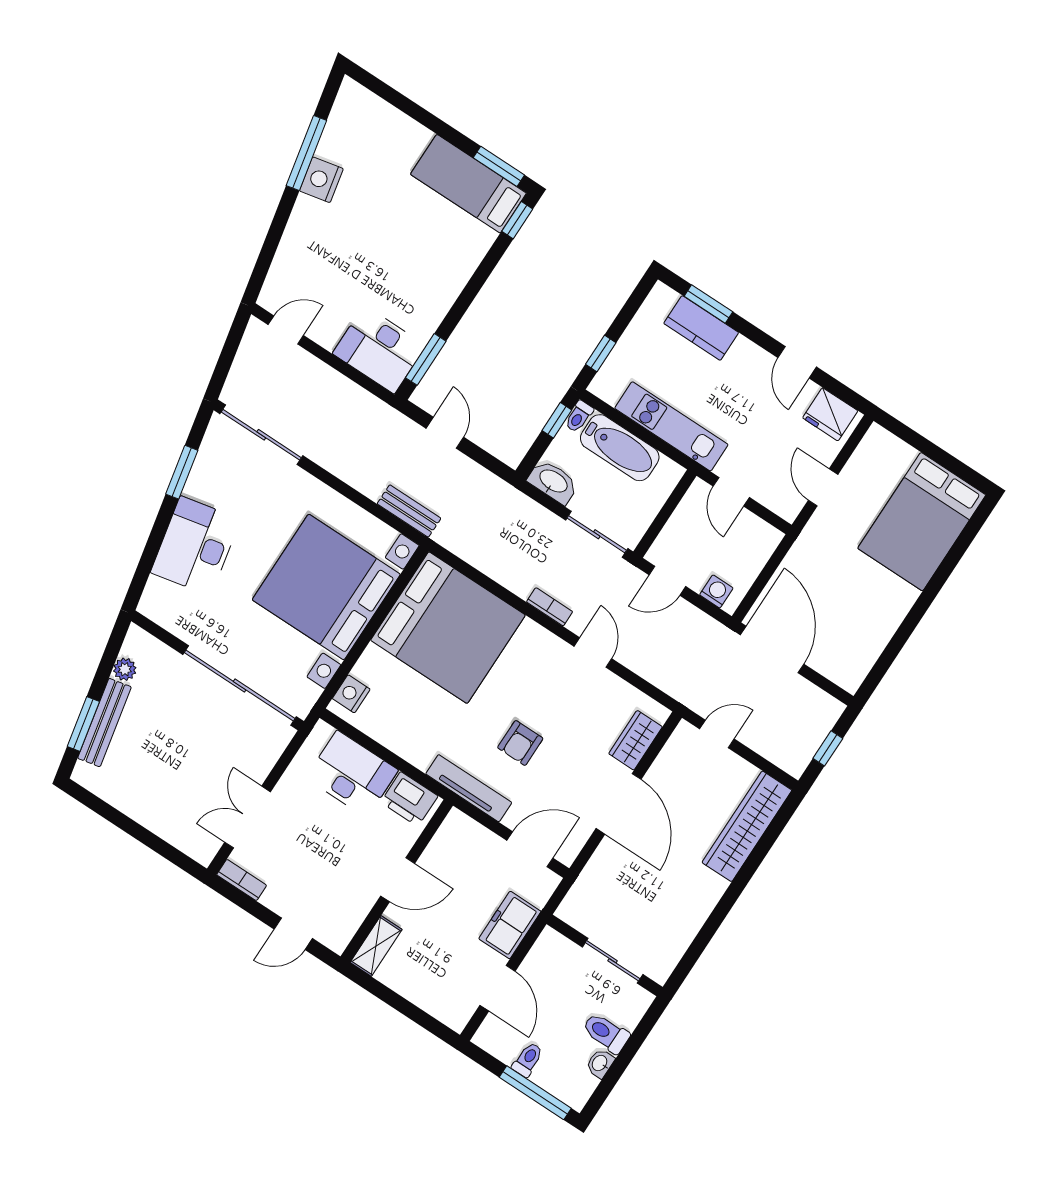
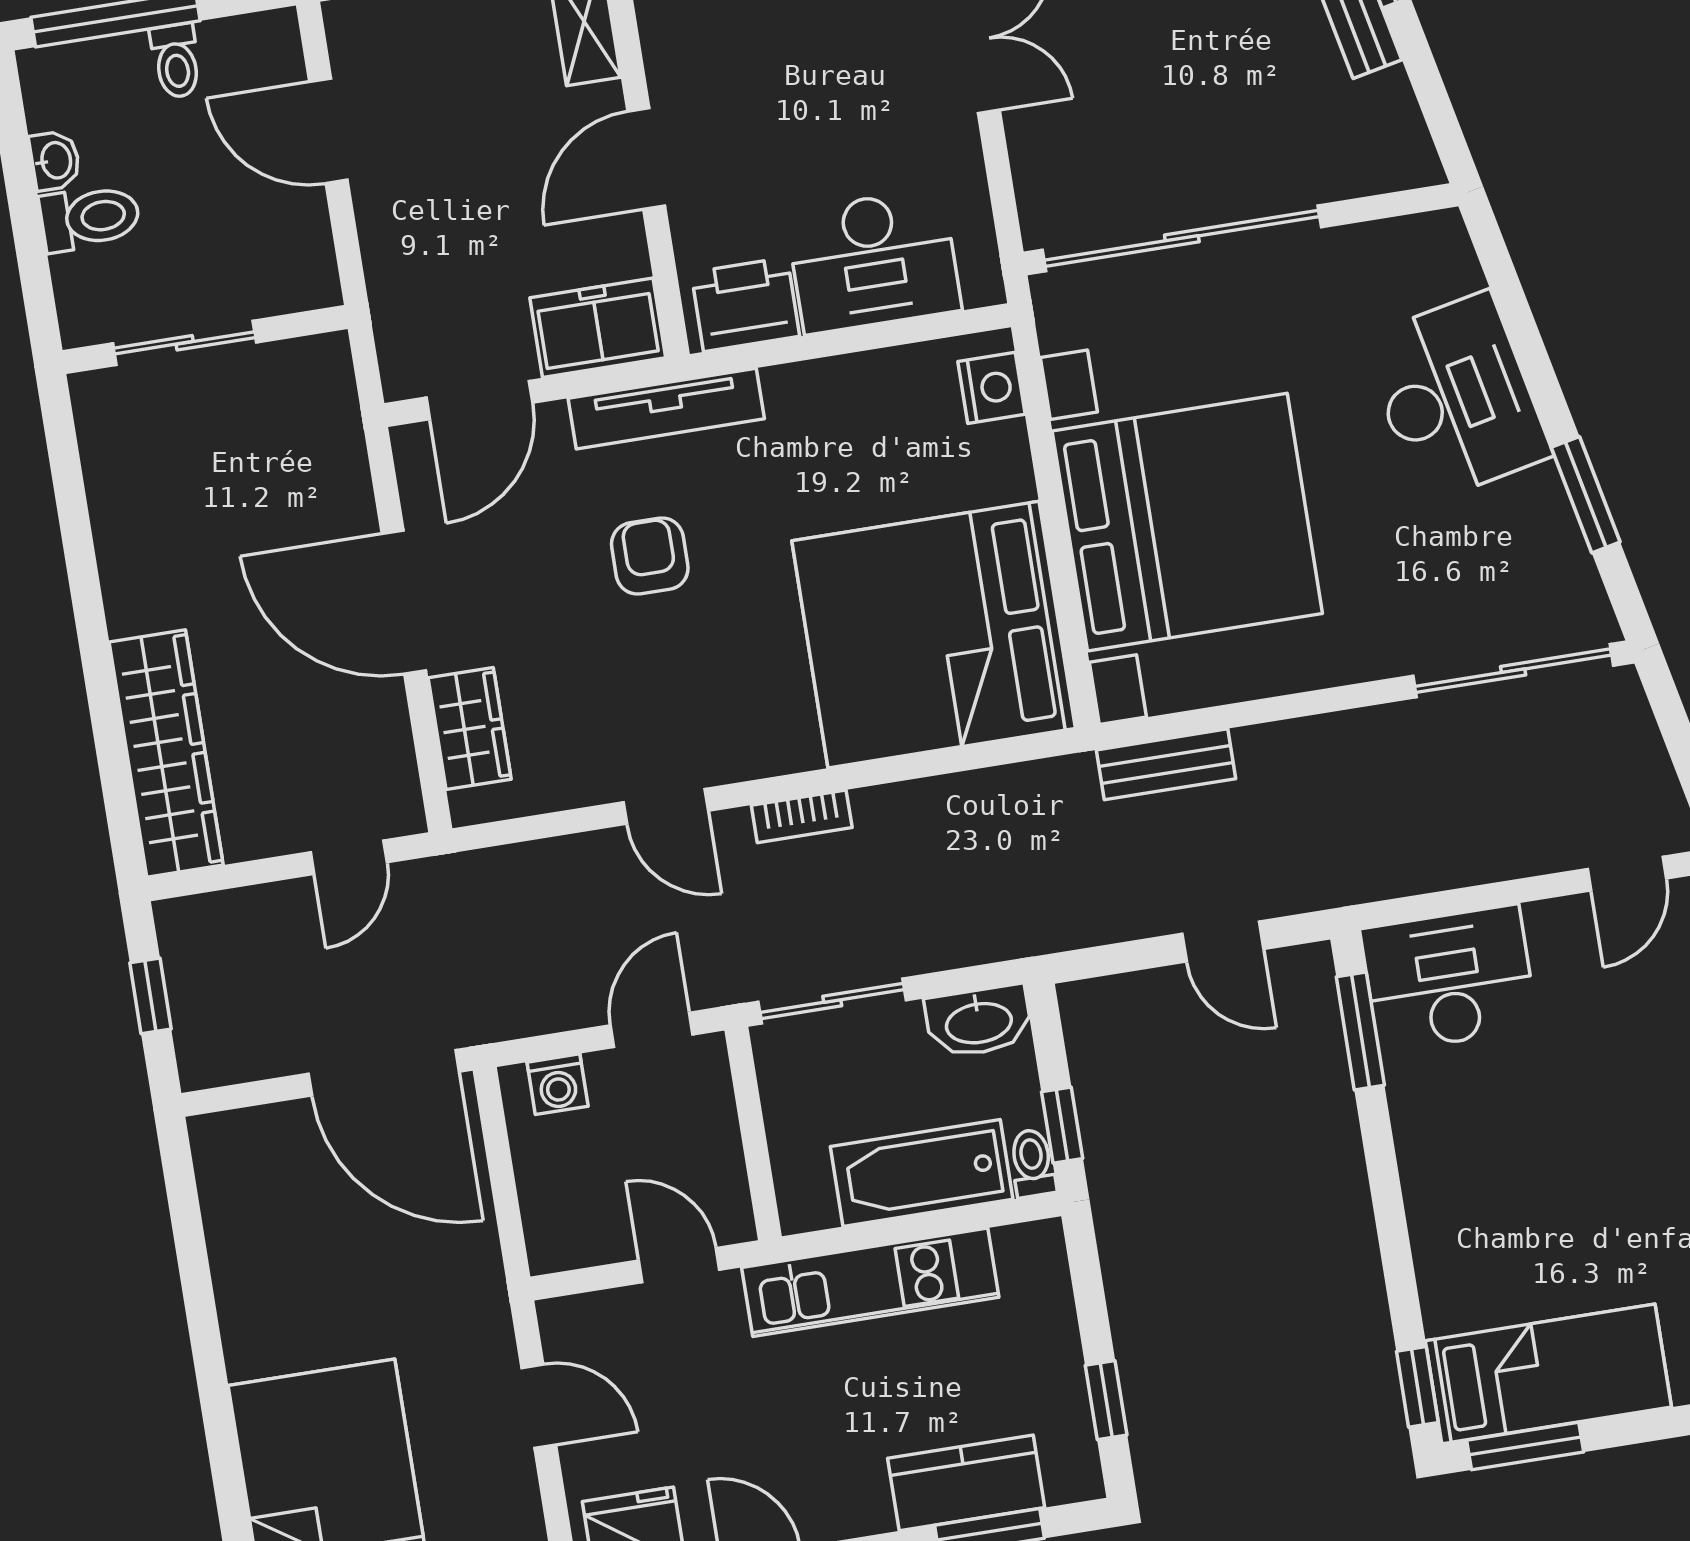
window: (601, 353) -> (1106, 1400), moved
plant: (125, 669) -> (1389, 97), removed
freezer: (510, 925) -> (598, 328), moved, turned -90

